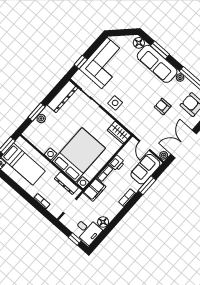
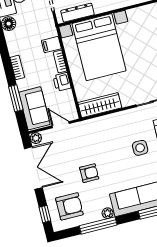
side table: (115, 103) -> (140, 148), moved
wardrobe: (119, 133) -> (100, 105), width x1.50
filing cabinet: (95, 190) -> (51, 45), width x0.50

